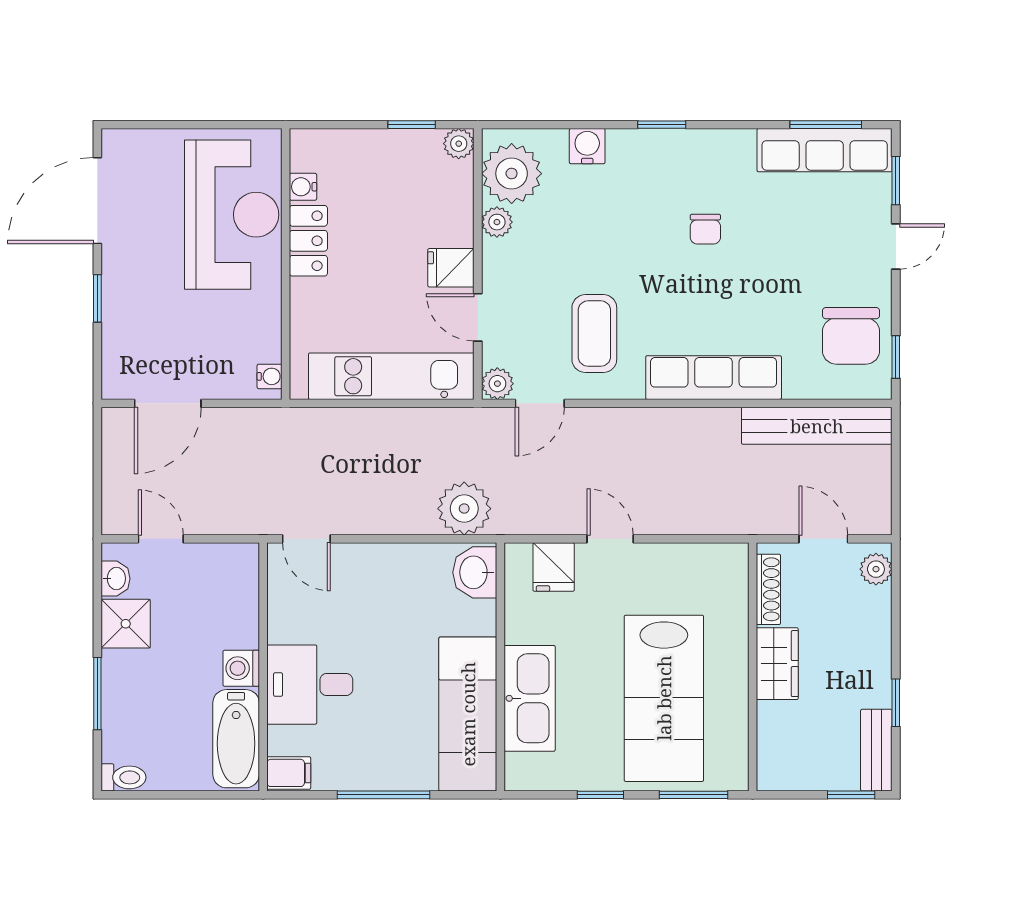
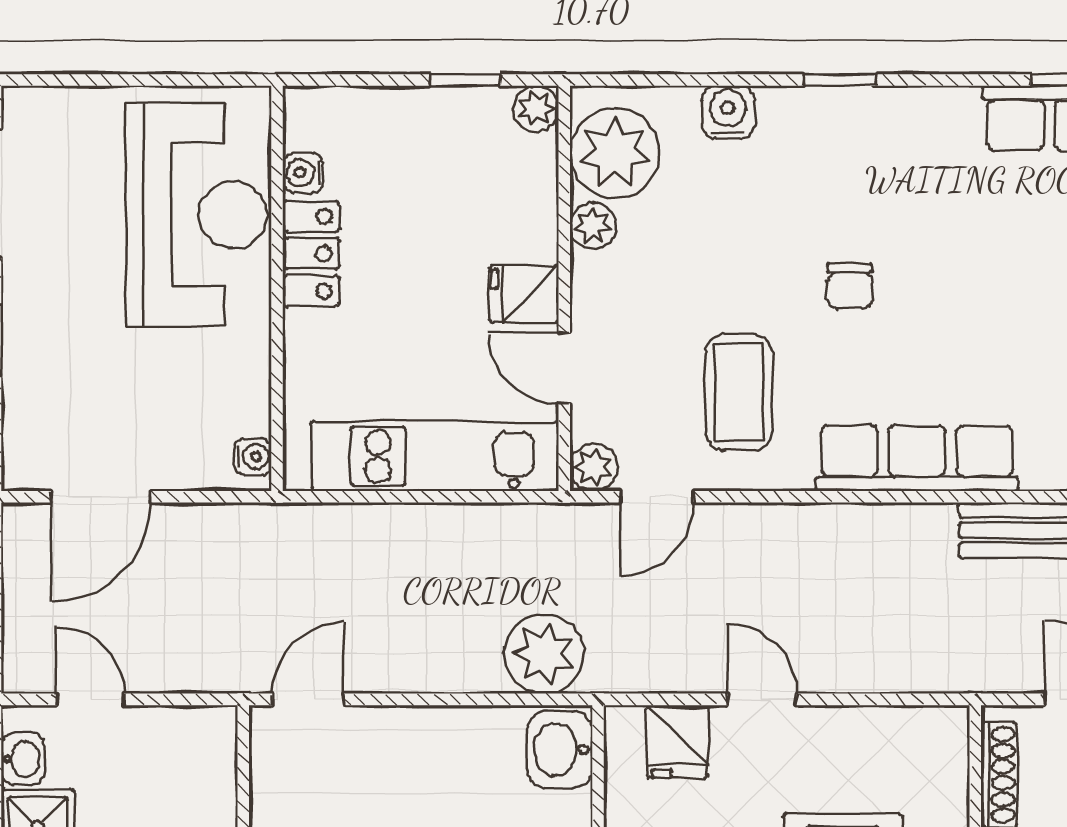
chair: (705, 229) -> (850, 286), moved
door: (306, 539) -> (308, 699), swing flipped

